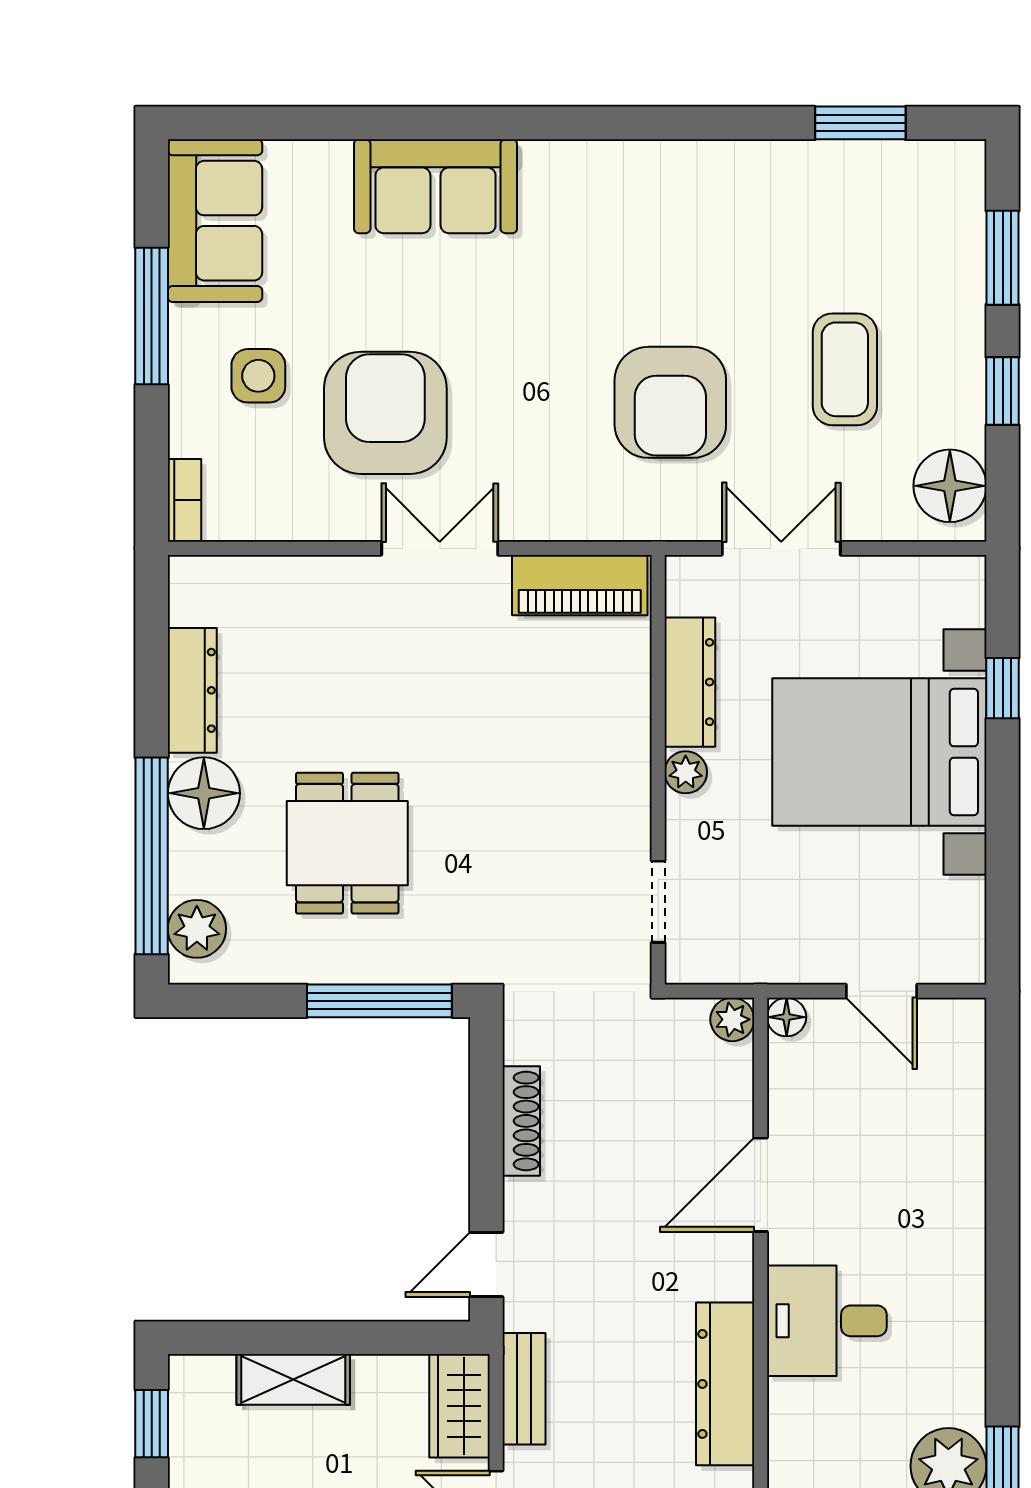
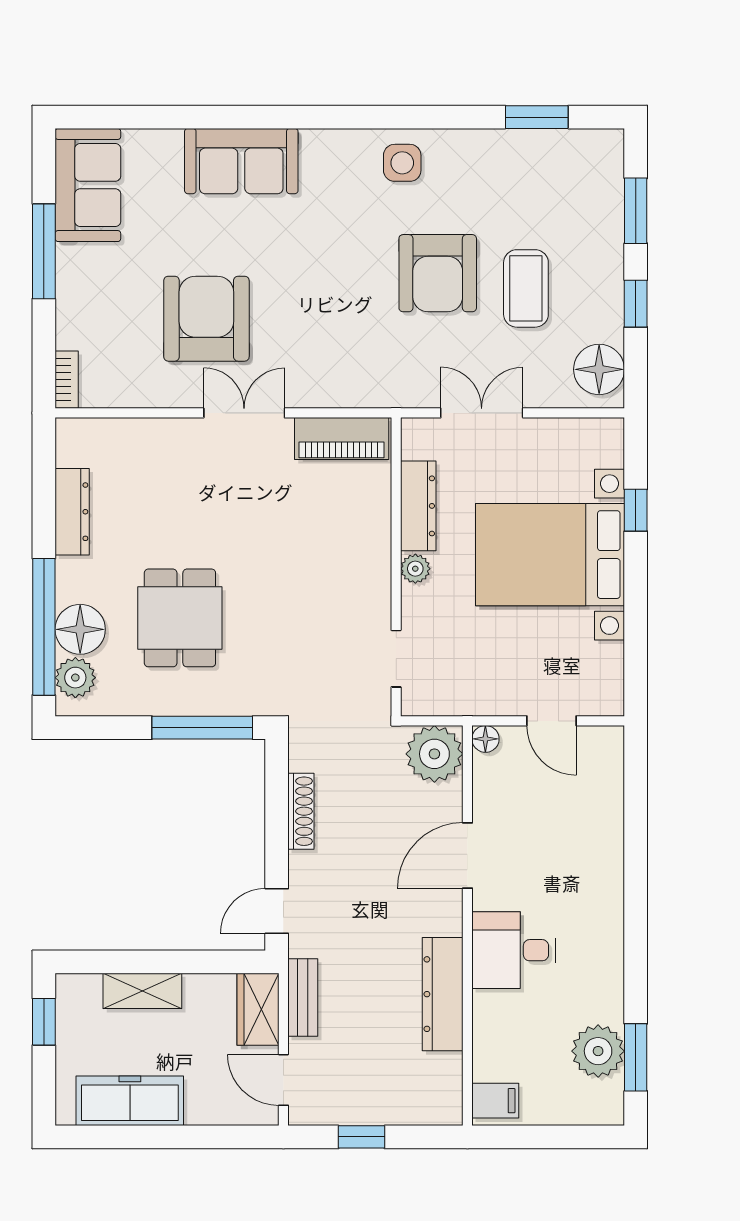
side table: (258, 376) -> (402, 163), moved
armchair: (670, 402) -> (438, 273), moved
floor lamp: (204, 793) -> (80, 629), moved
plant: (732, 1019) -> (434, 754), width x1.88, depth x1.88

